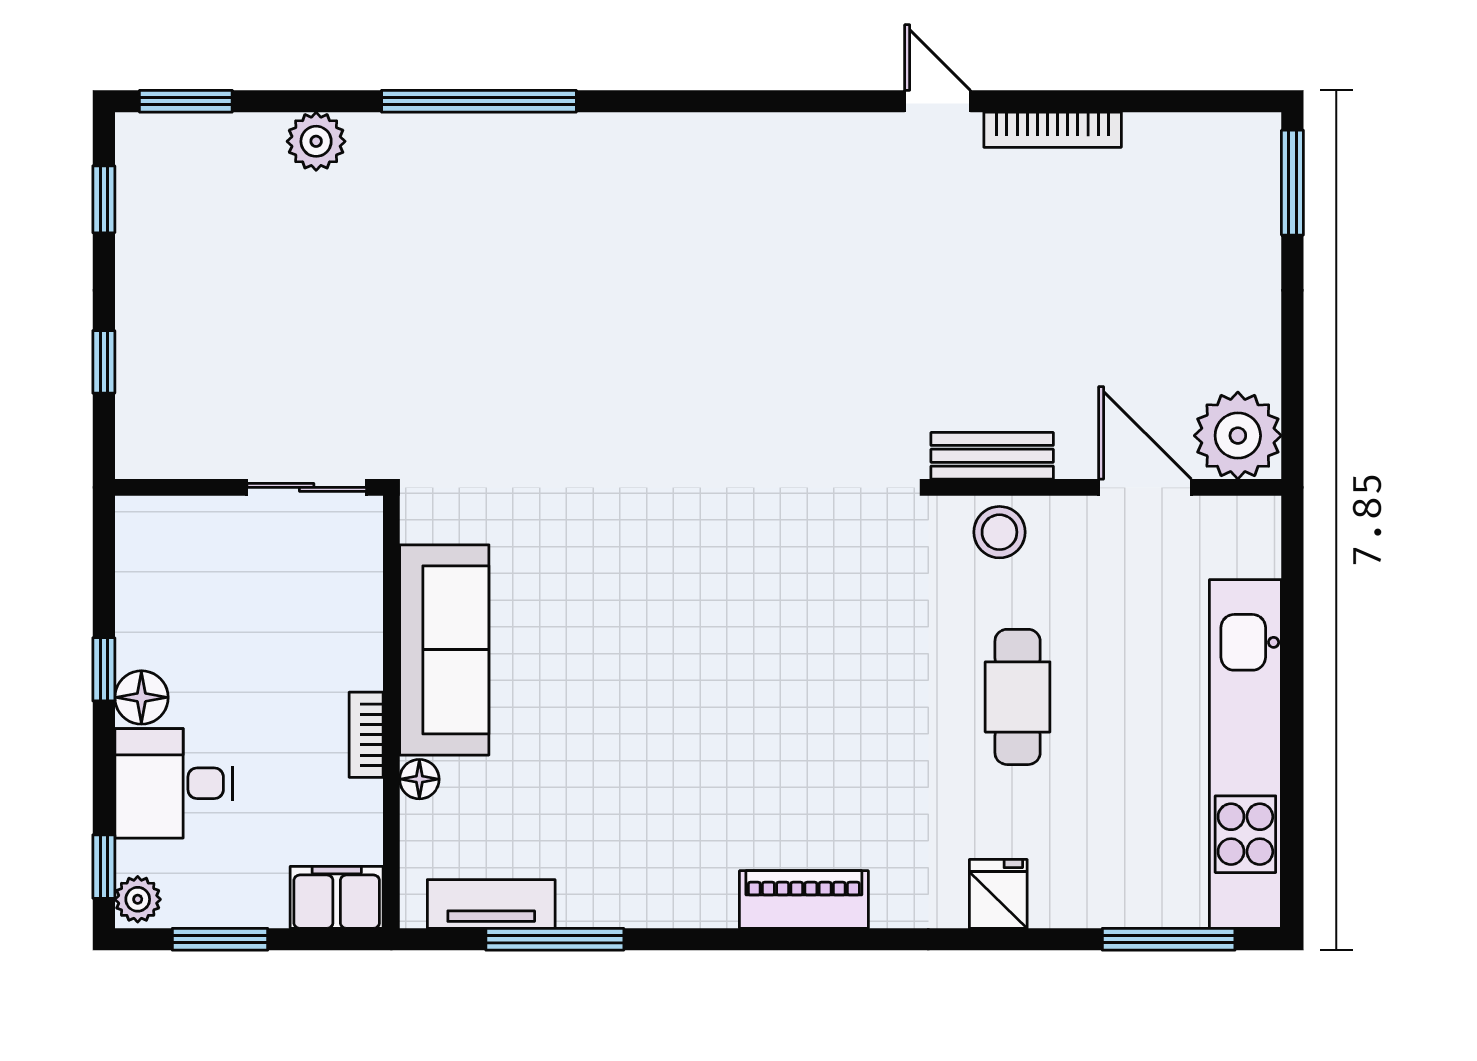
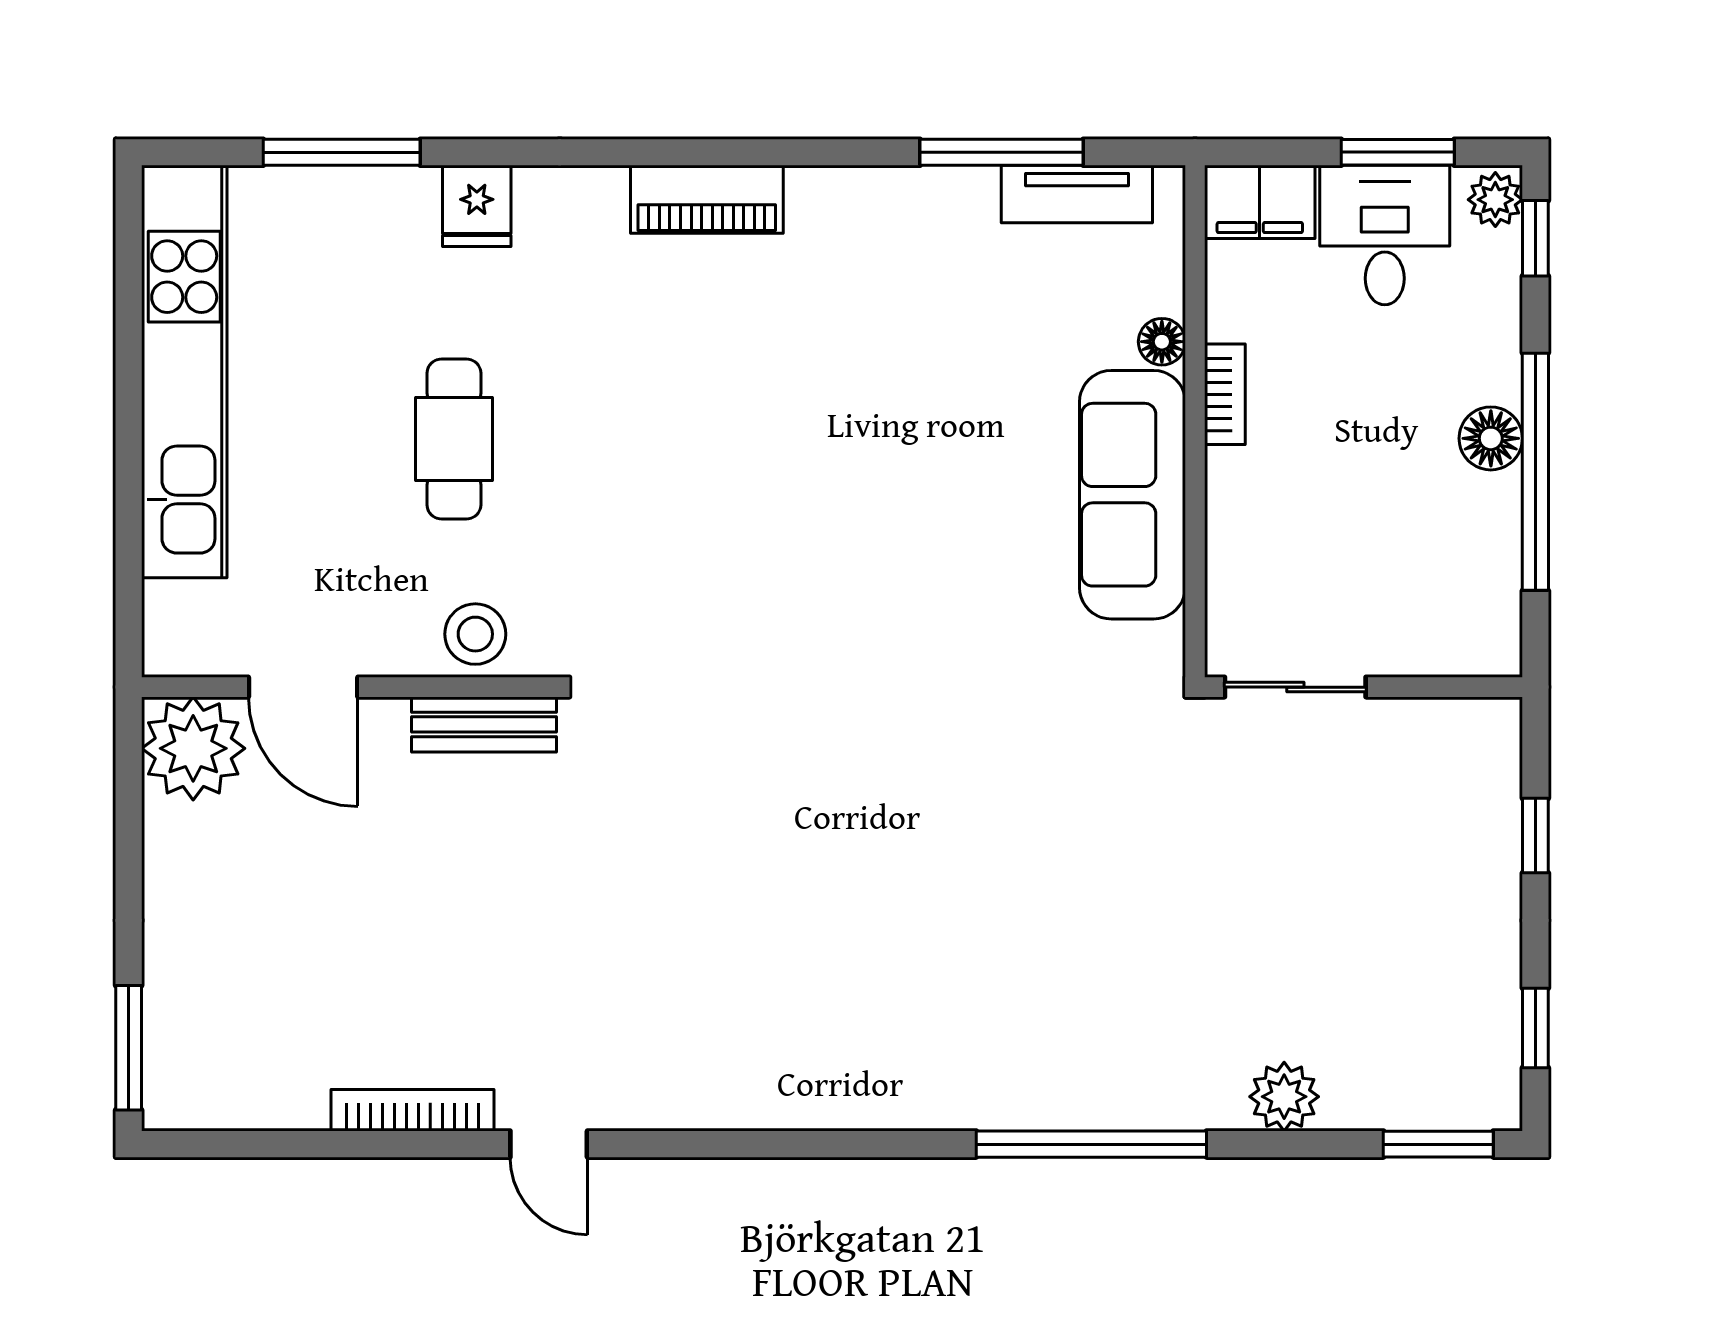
window: (104, 669) -> (1535, 472), width x3.17
desk: (174, 783) -> (1385, 235), moved, turned -90
window: (1169, 939) -> (342, 152), moved

